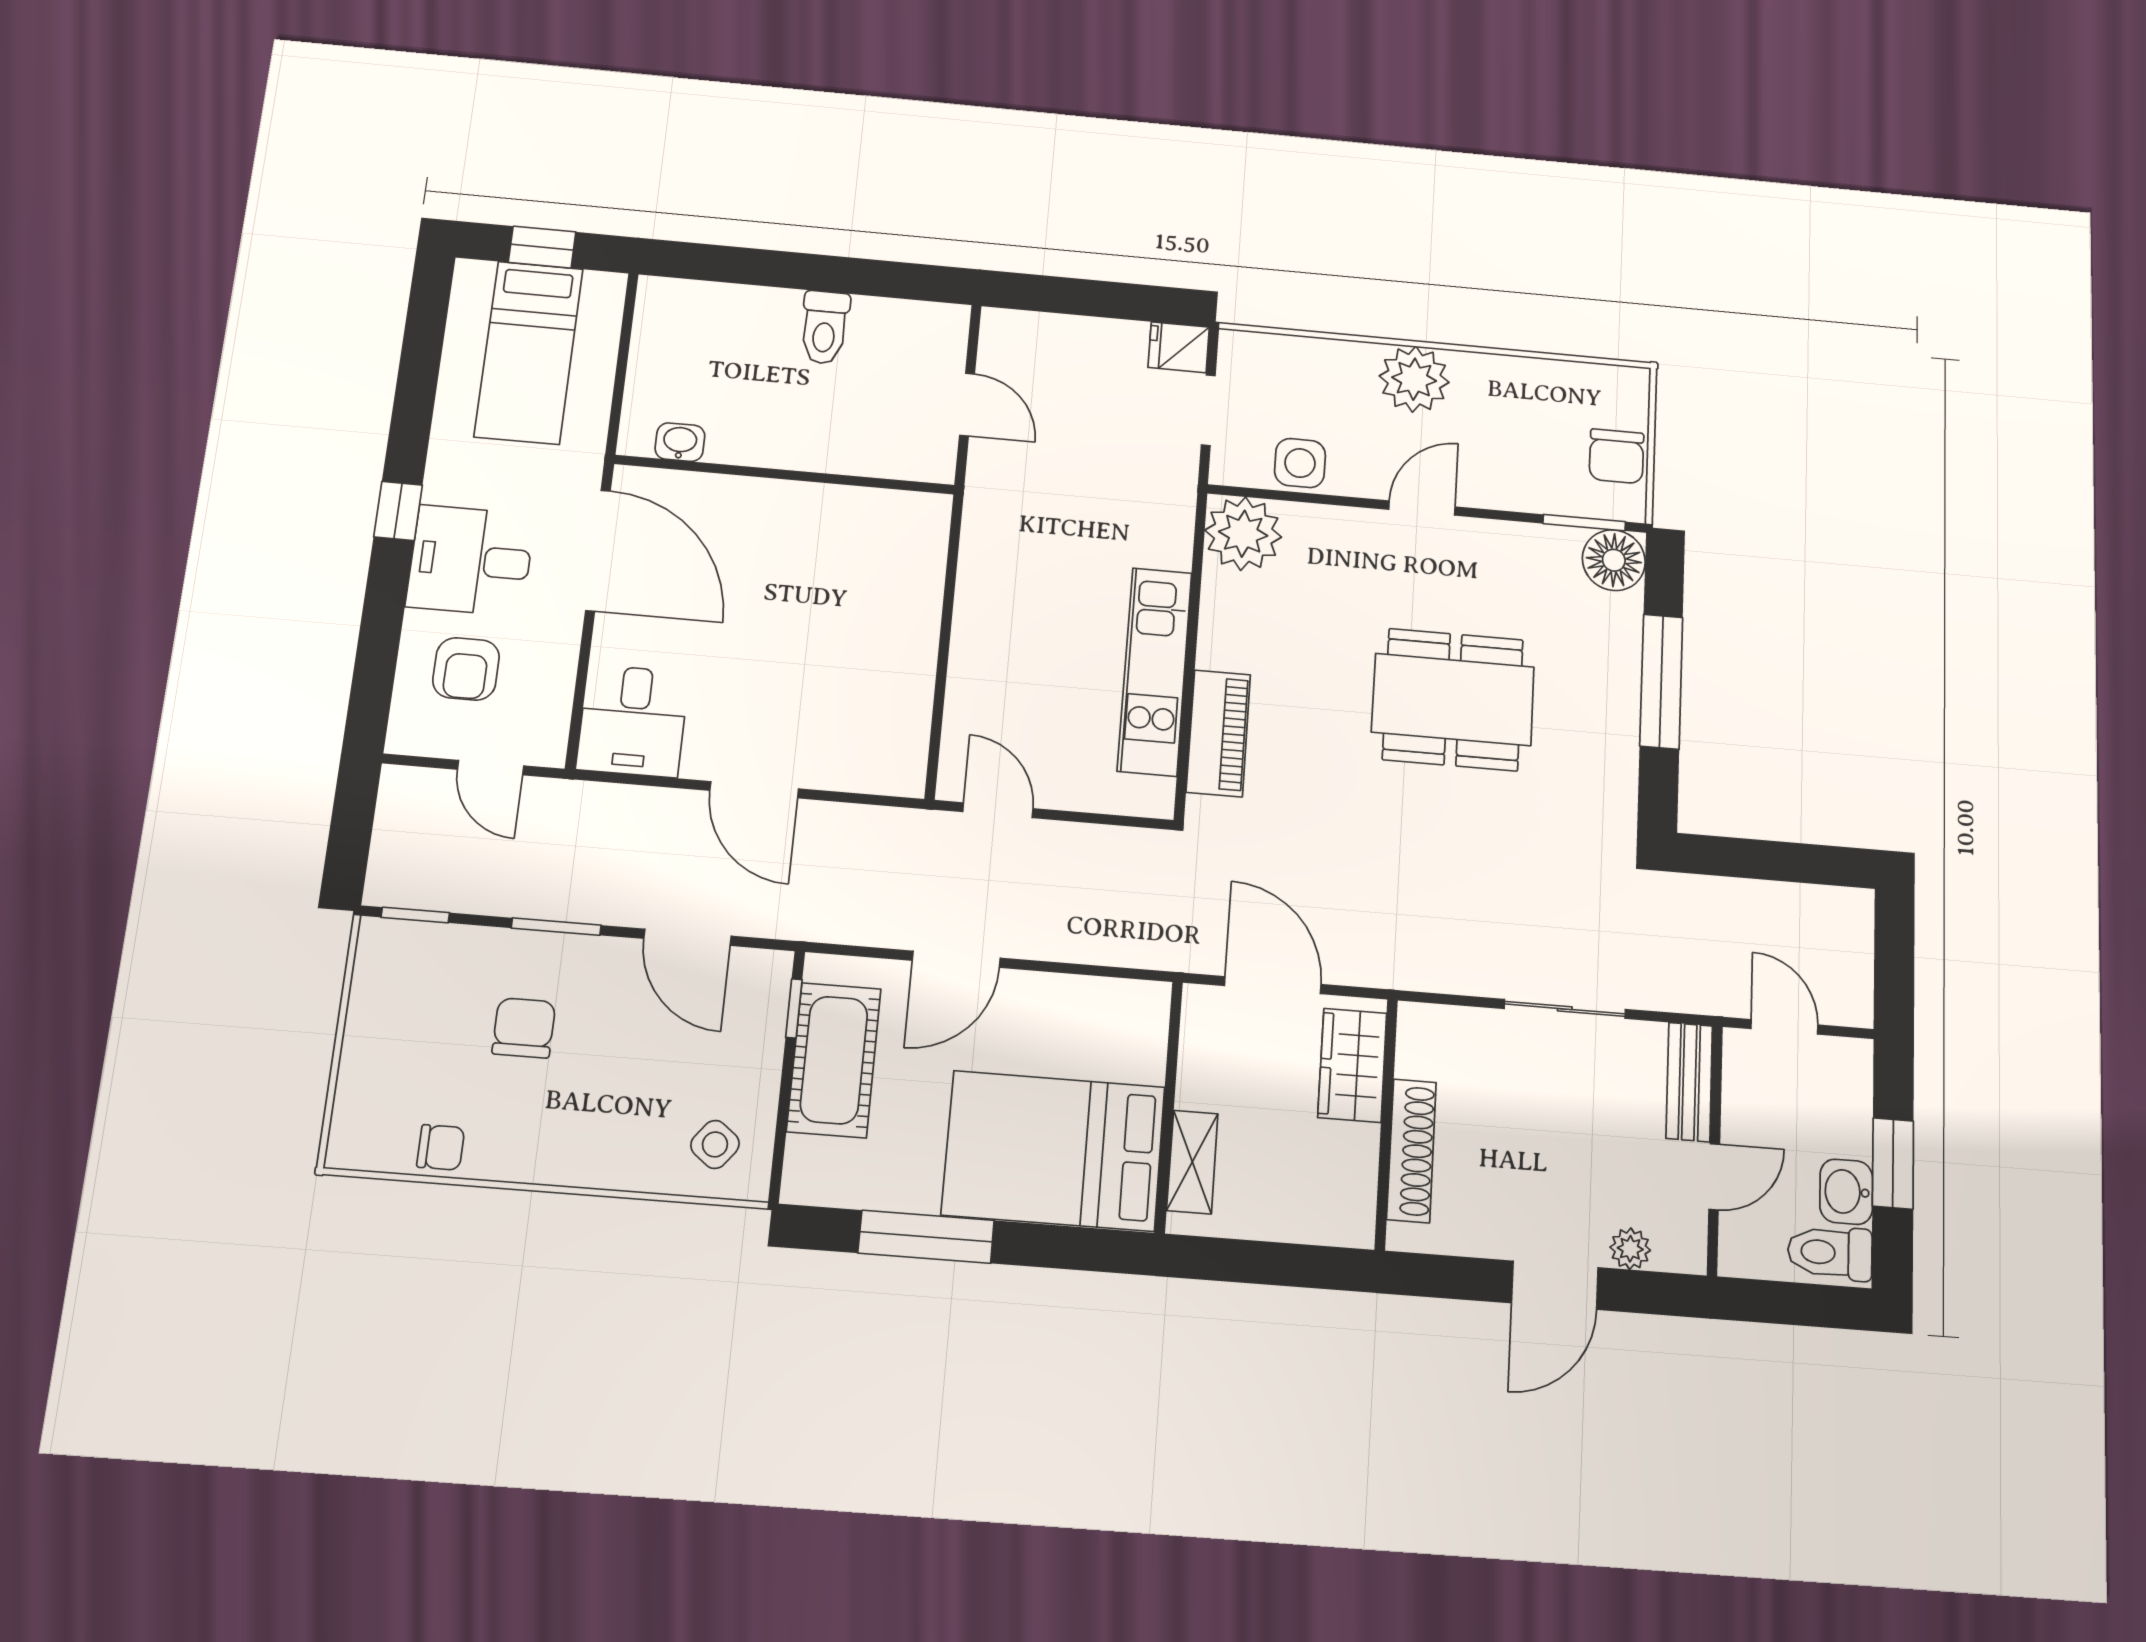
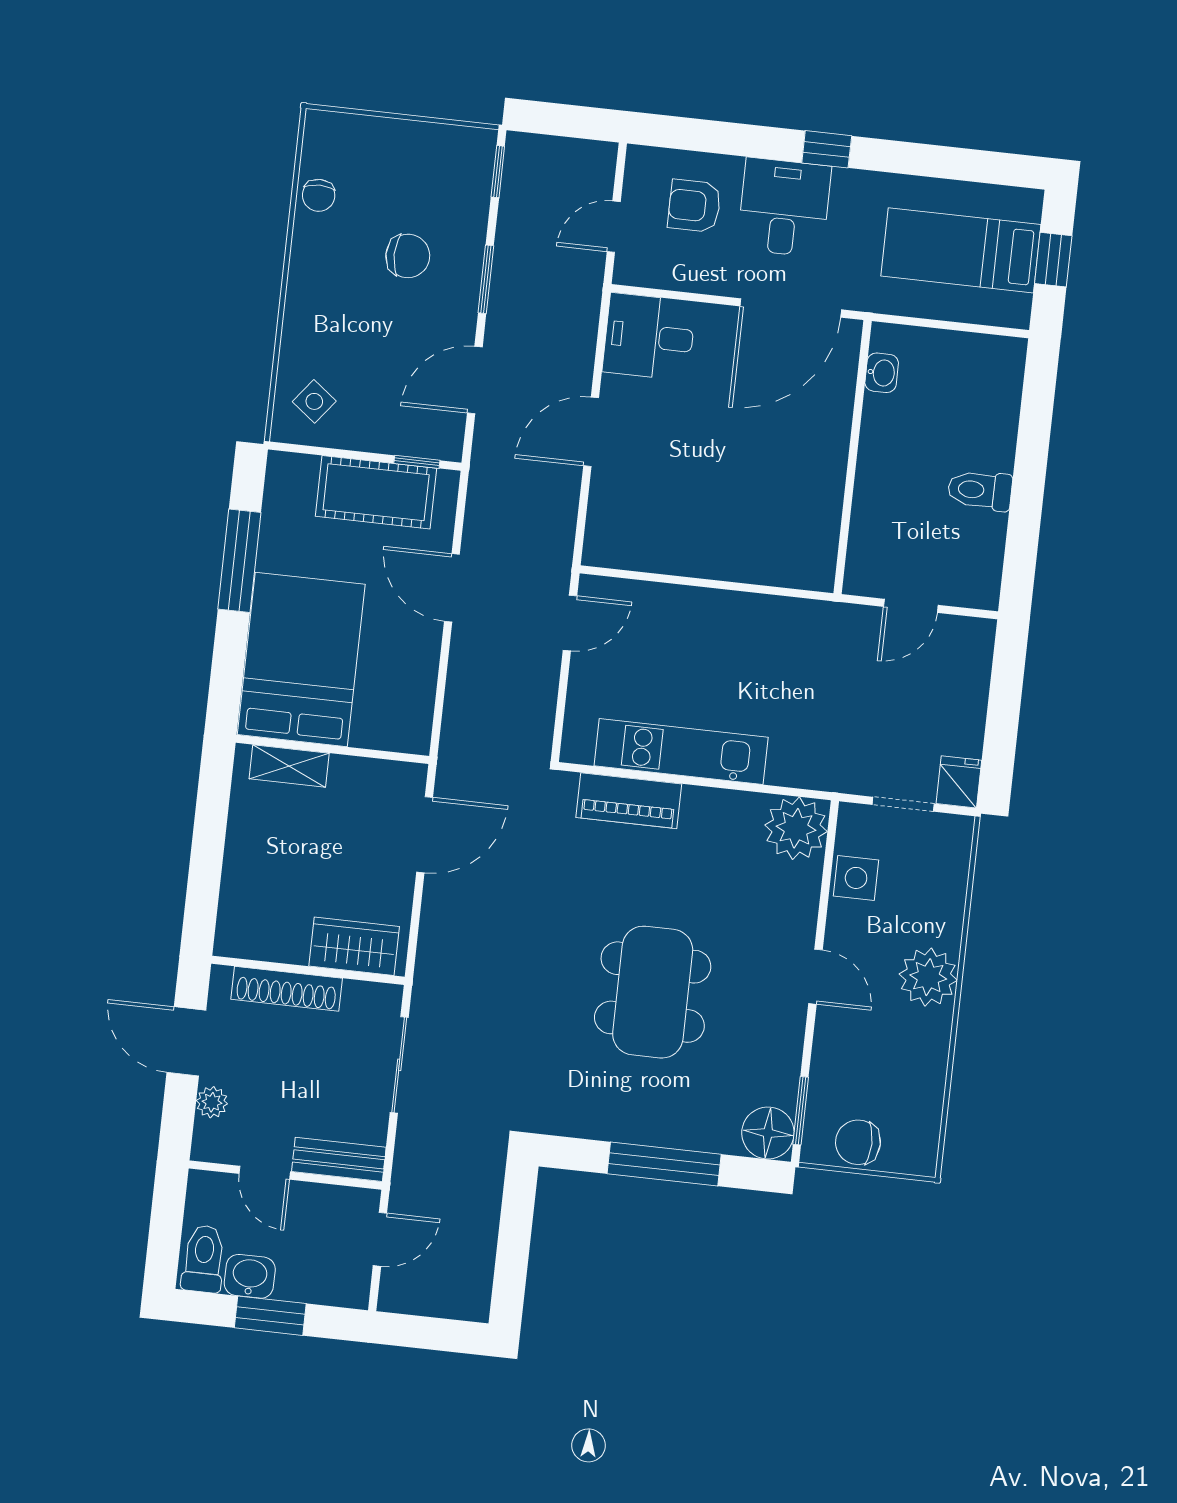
wardrobe: (1352, 1065) -> (354, 946), moved
wall: (1386, 1124) -> (308, 970), moved
shoe rack: (1412, 1151) -> (287, 989), moved

